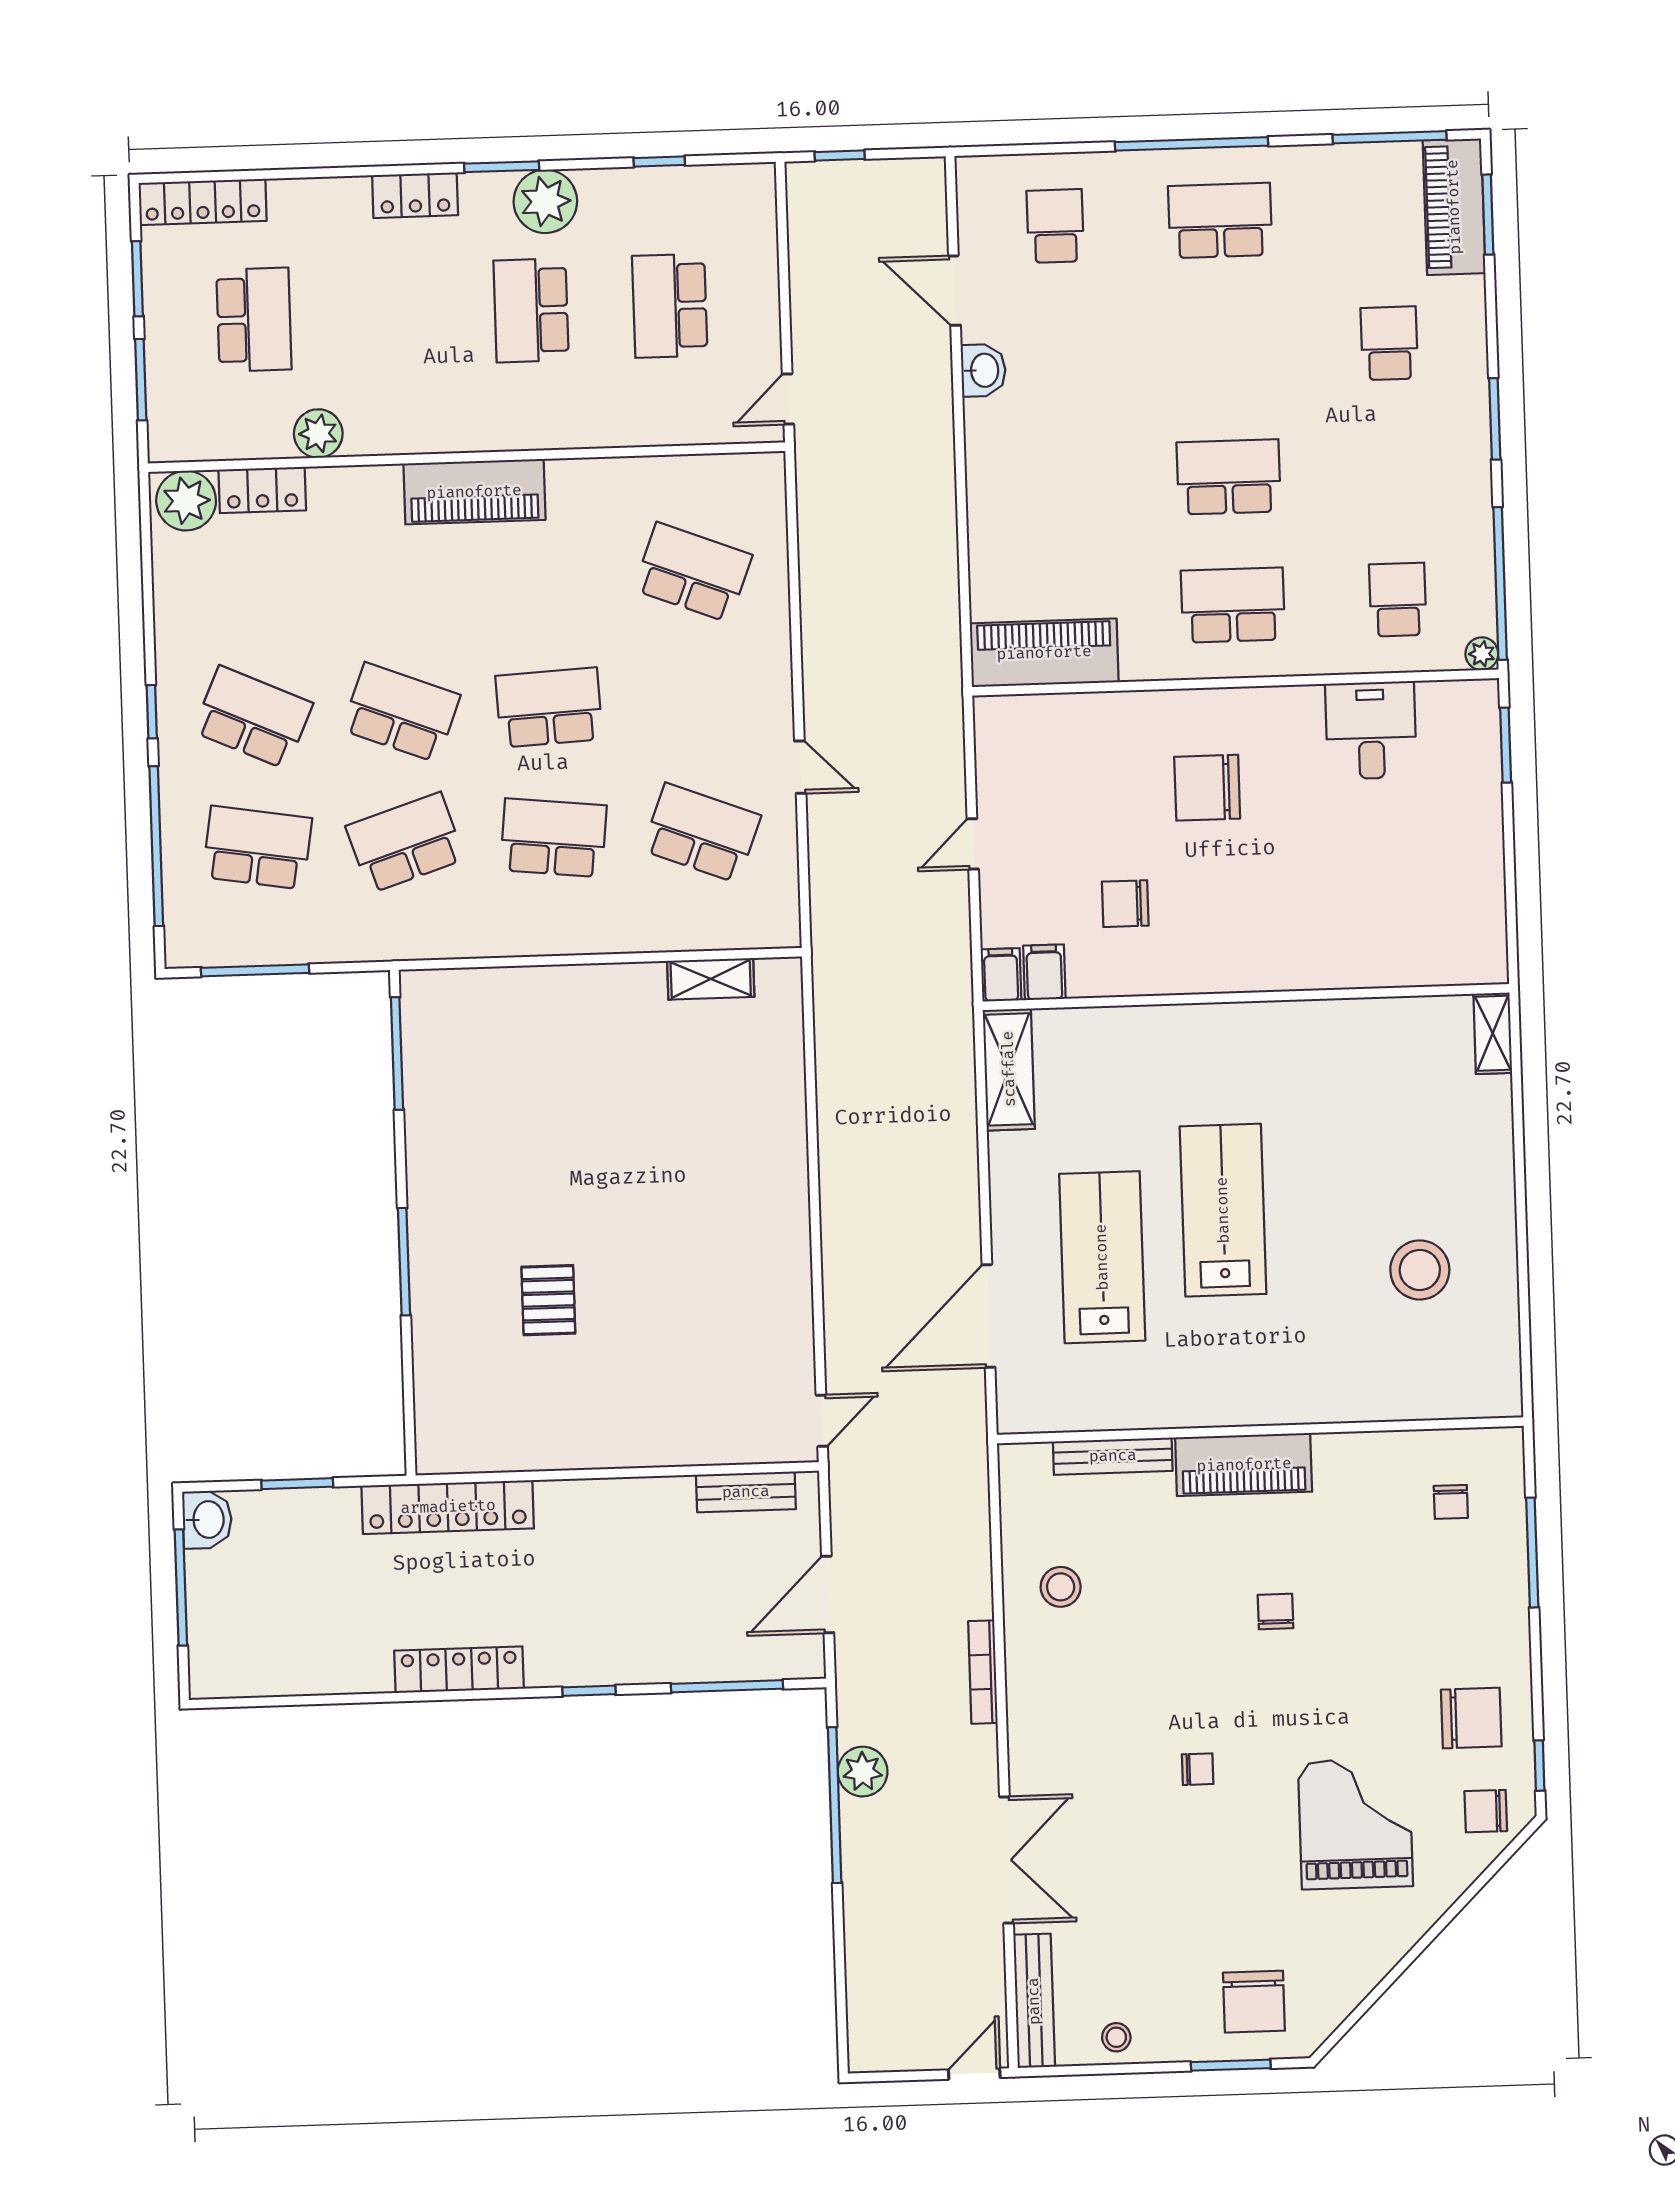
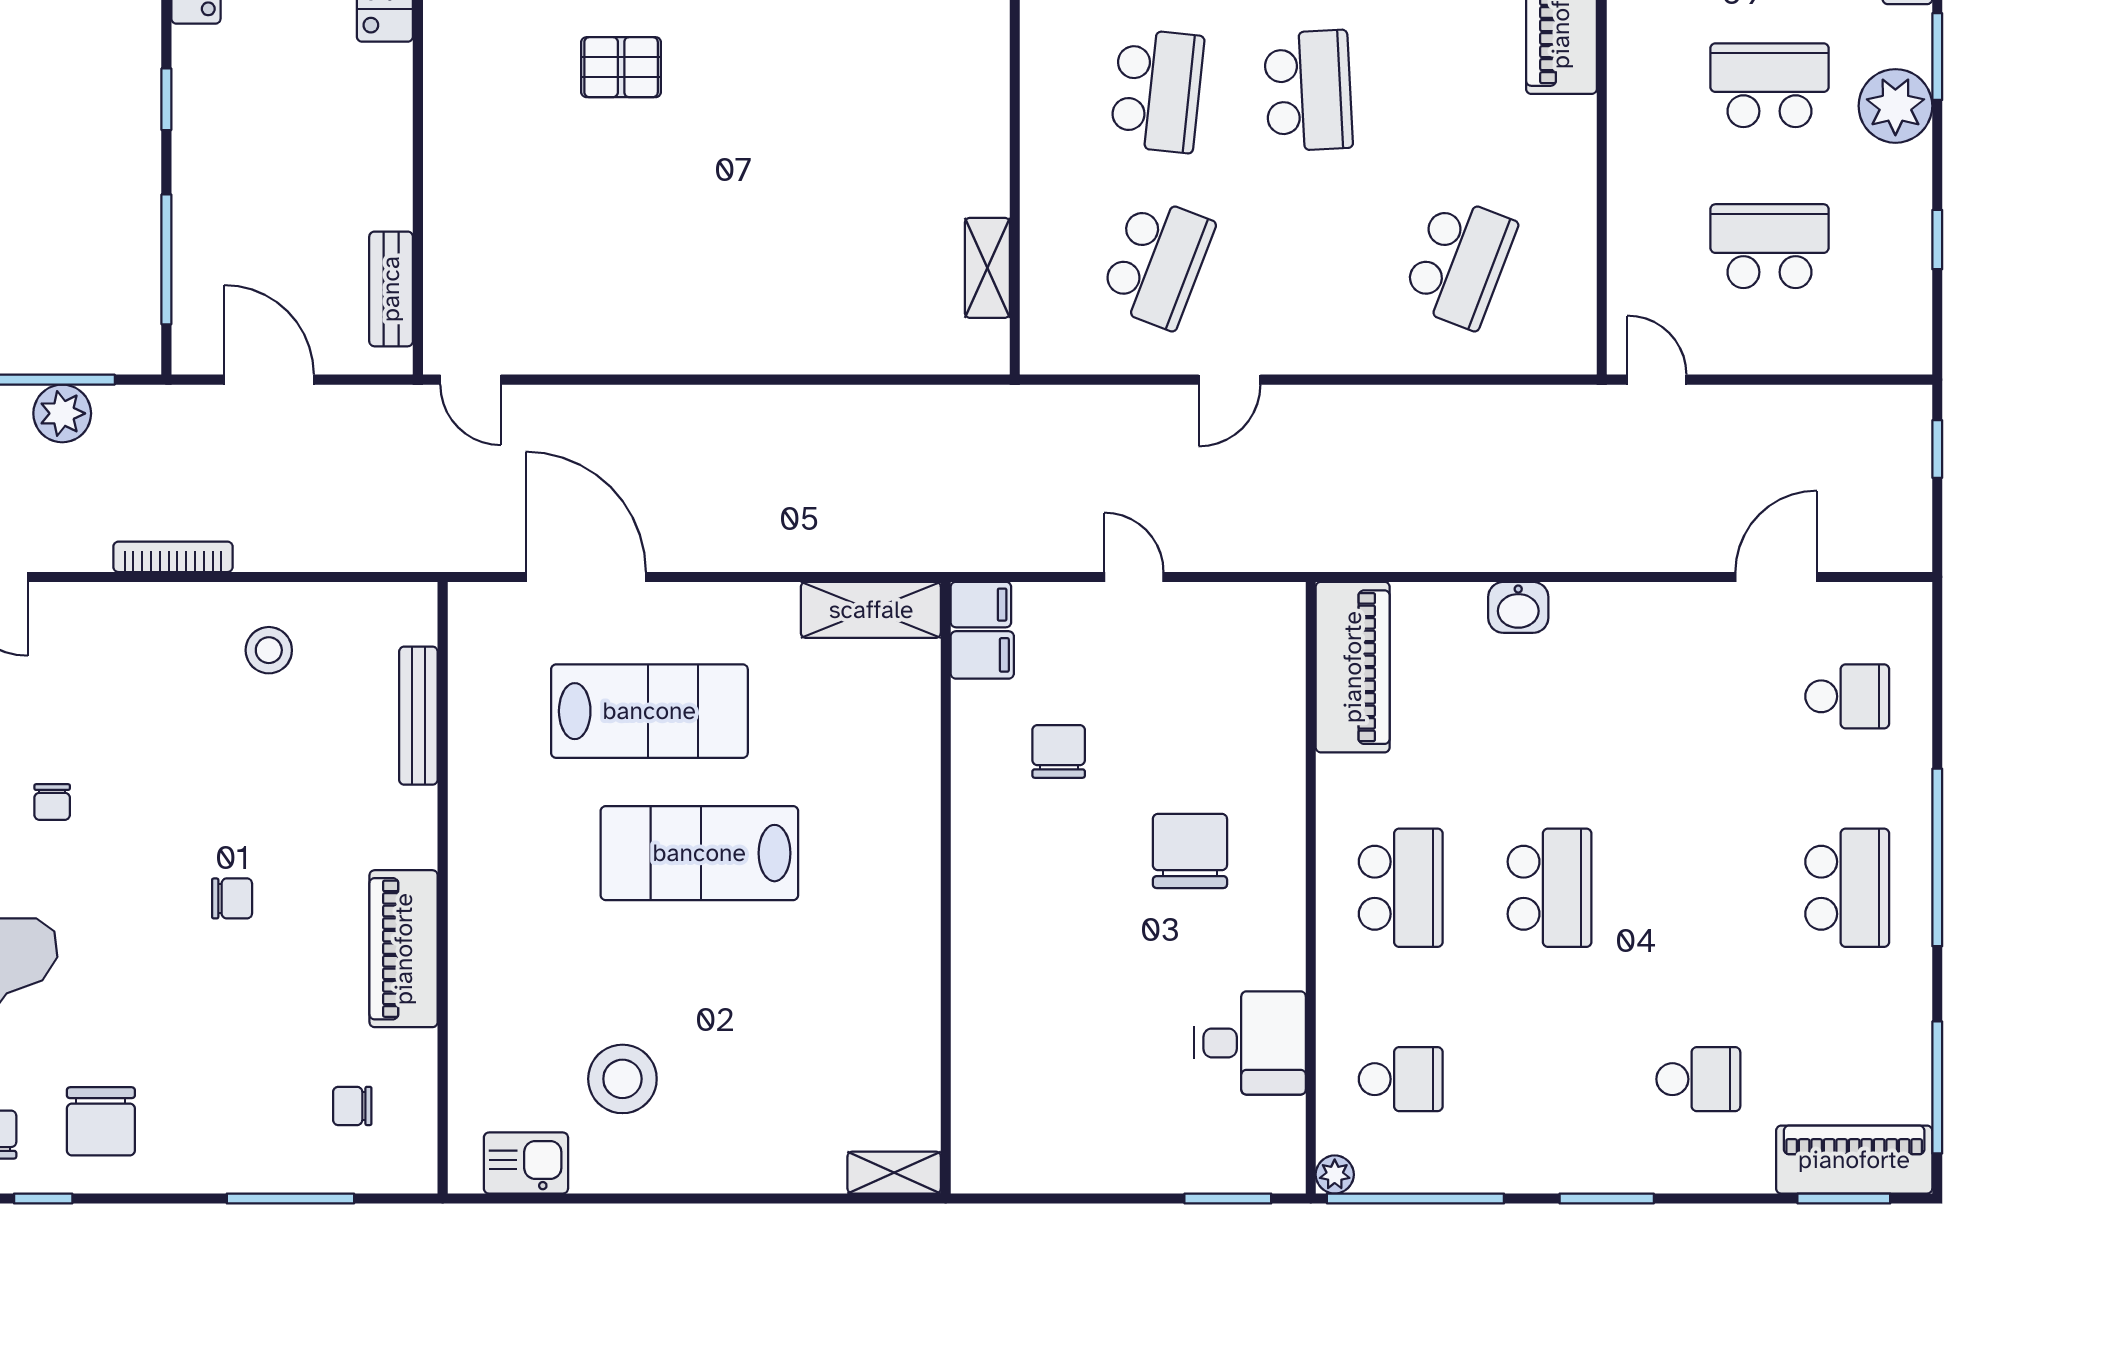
washbasin: (983, 370) -> (1518, 607), moved
lab bench: (1223, 1210) -> (699, 853), turned 180
kitchen sink: (1495, 1351) -> (526, 1163), added
piano: (1244, 1465) -> (404, 949), moved

